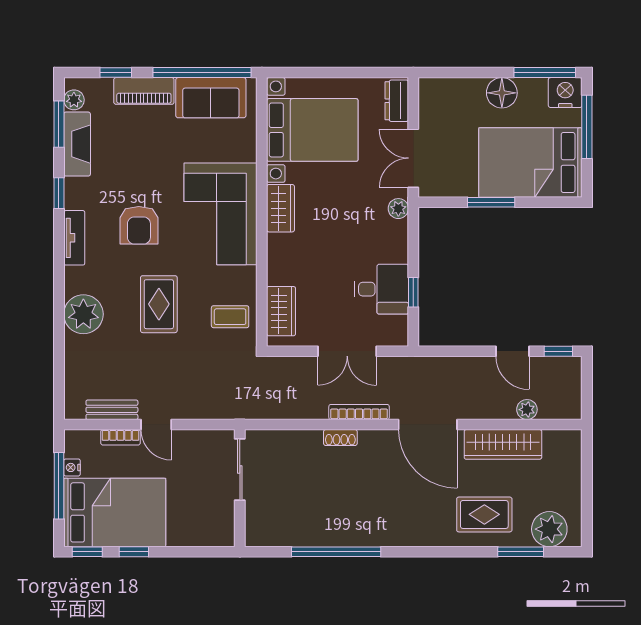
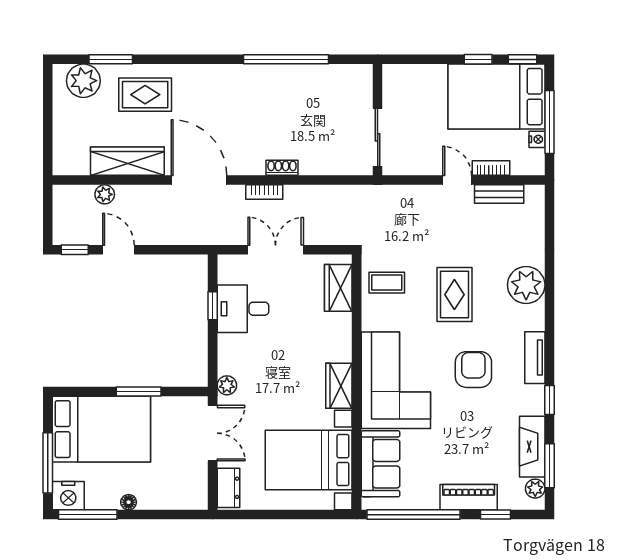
floor lamp: (502, 93) -> (129, 502), width x0.53, depth x0.53
sofa: (211, 98) -> (380, 464), moved, turned 90
bookcase: (359, 412) -> (264, 192), width x0.64

